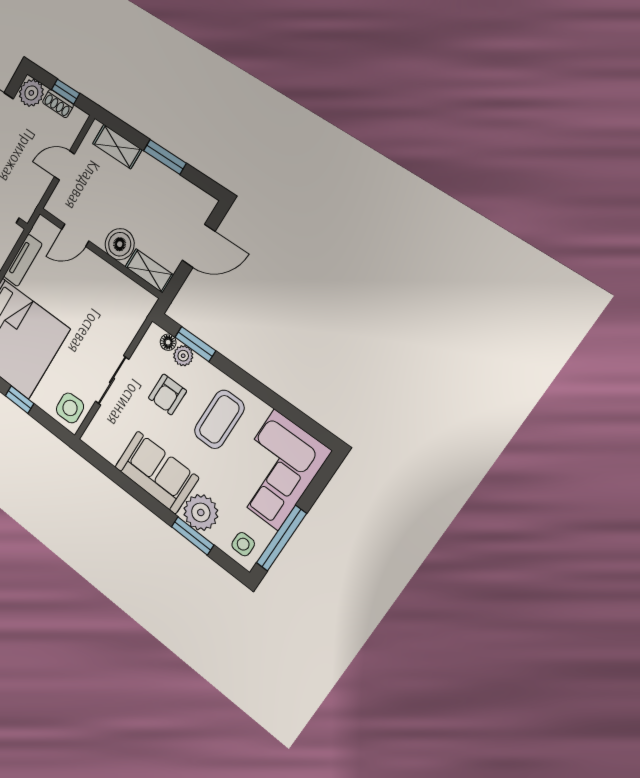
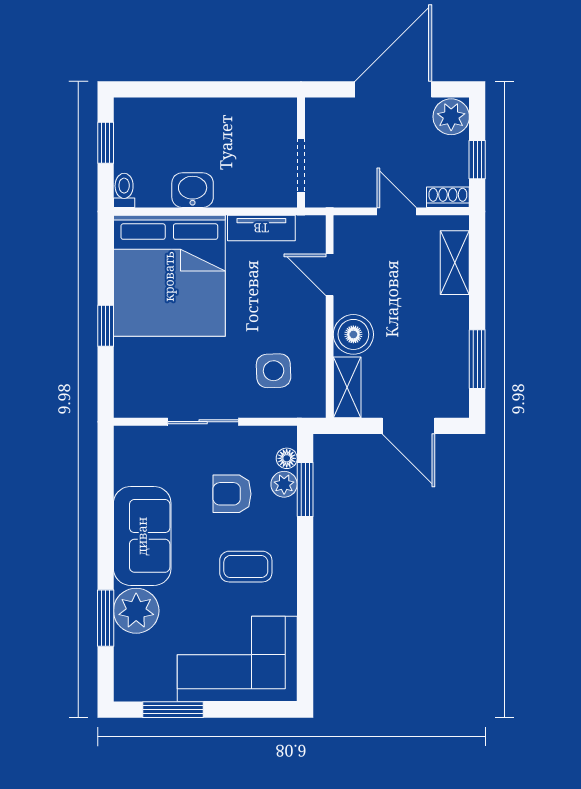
shoe rack: (58, 104) -> (448, 197), moved, turned 90
window: (165, 157) -> (477, 359), moved
side table: (70, 408) -> (274, 371), moved
coffee table: (219, 419) -> (246, 567), width x0.73, depth x0.77
window: (281, 538) -> (173, 710), width x0.69
side table: (243, 544) -> (137, 676), removed

